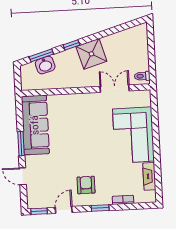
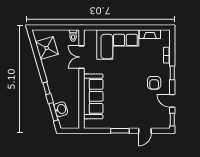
shower: (91, 54) -> (47, 48), moved
sofa: (35, 125) -> (93, 96), moved, turned 90
armchair: (86, 185) -> (154, 83), turned -90

